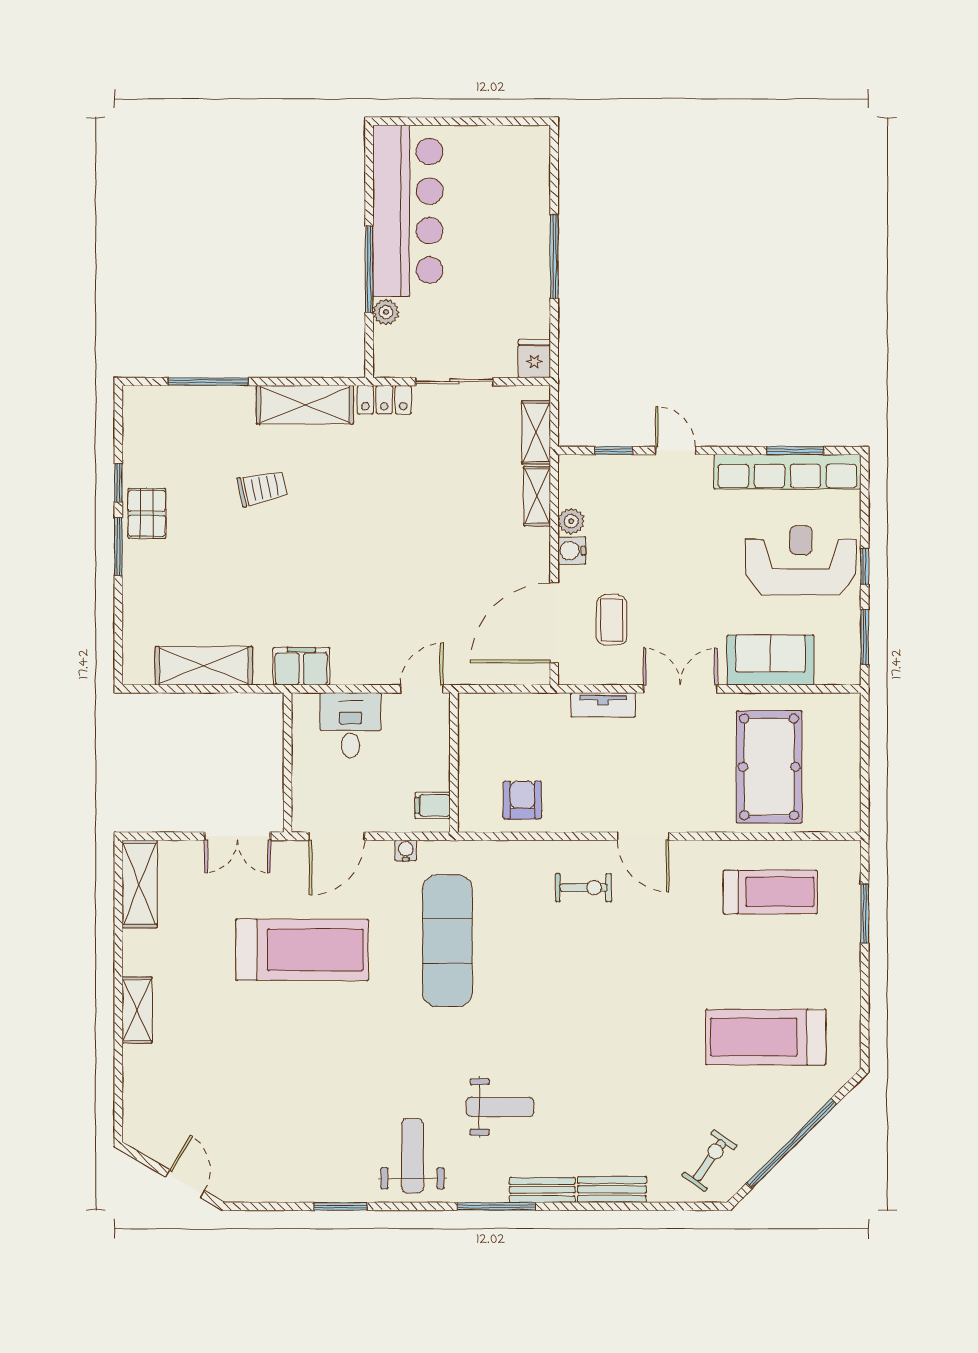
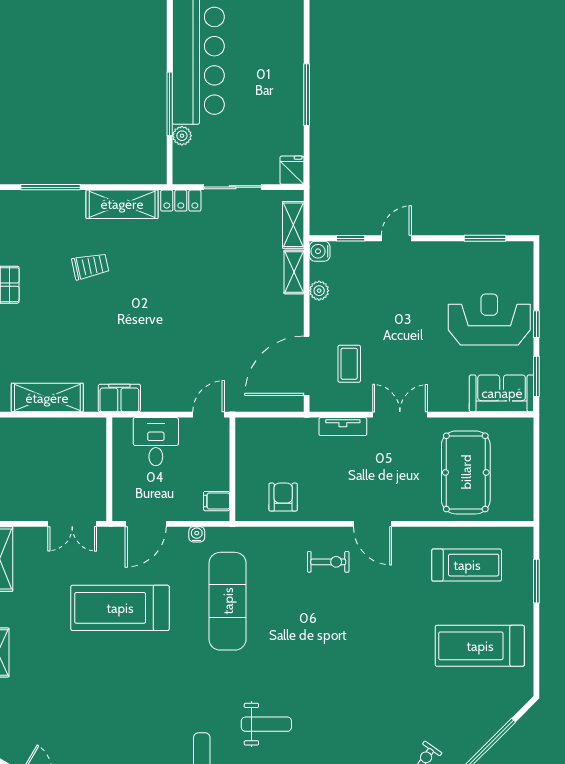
door: (675, 451) -> (396, 238), hinge flipped
row of seats: (787, 472) -> (479, 254), removed
water cooler: (572, 551) -> (320, 251), moved
sofa: (770, 660) -> (502, 393), moved
treadmill: (302, 950) -> (120, 608), turned 180
treadmill: (766, 1037) -> (480, 646), moved

